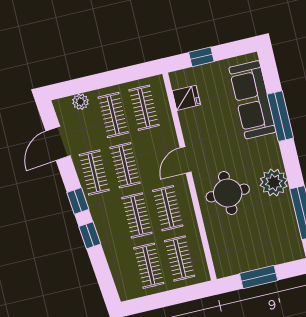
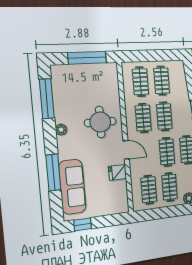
window: (201, 57) -> (83, 224), moved
fridge: (186, 98) -> (117, 172), moved
door: (186, 160) -> (126, 150), hinge flipped
plant: (274, 182) -> (61, 130), width x0.53, depth x0.53
window: (259, 277) -> (87, 58), width x1.44

